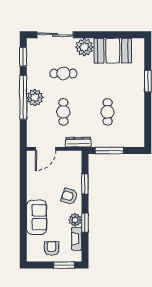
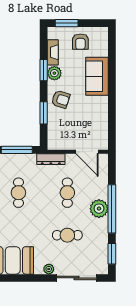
plant: (84, 47) -> (49, 269), width x0.53, depth x0.53
door: (46, 149) -> (87, 152), swing flipped

